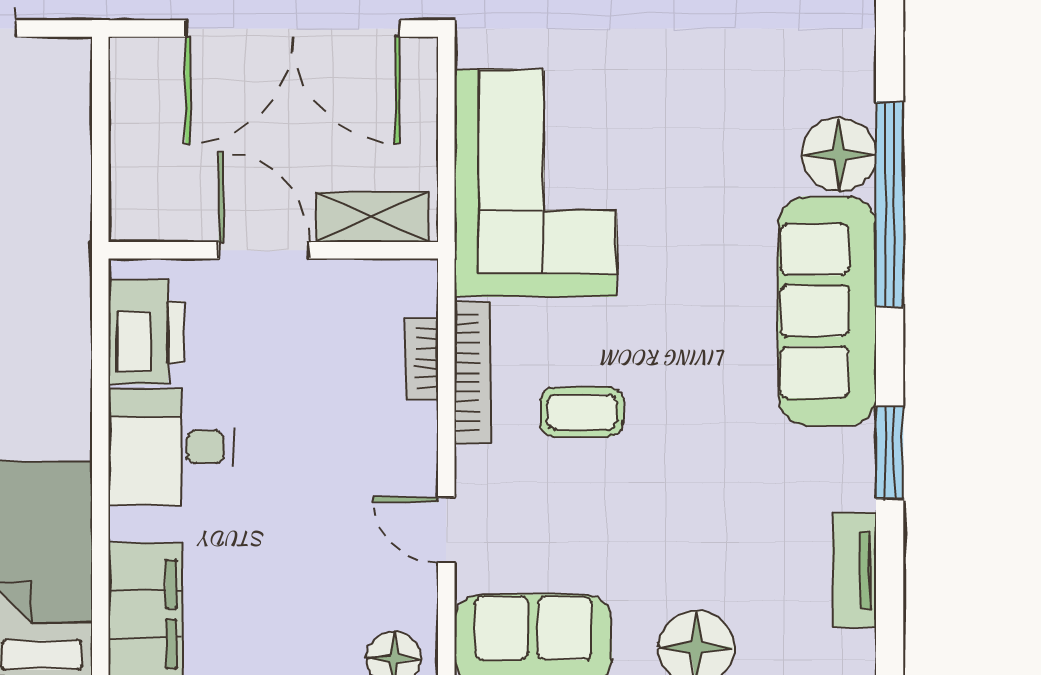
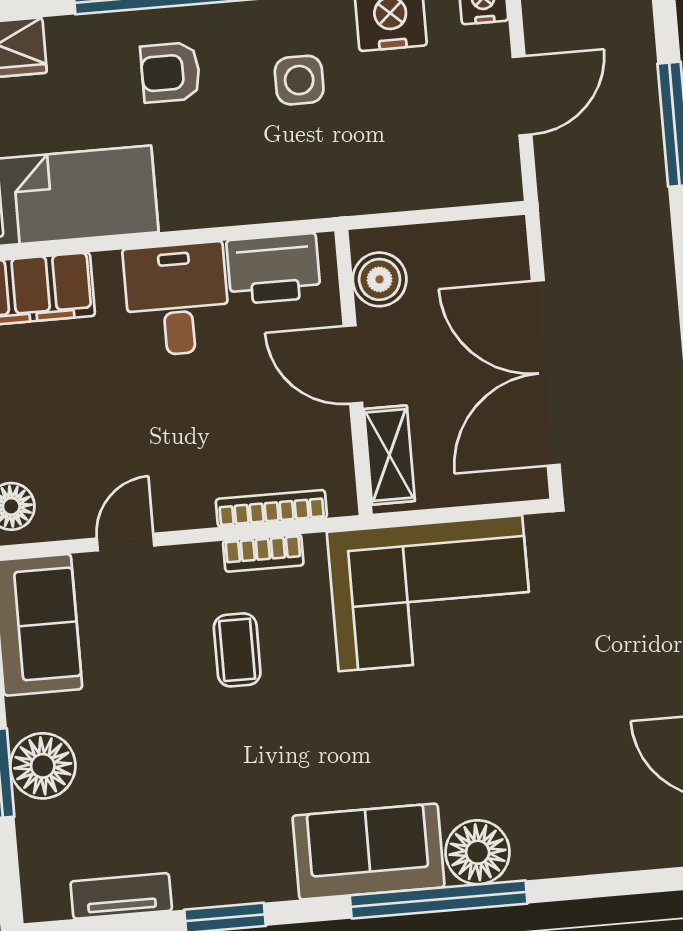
boiler: (168, 211) -> (380, 279), added
door: (264, 250) -> (353, 364), swing flipped
sofa: (827, 311) -> (368, 851), width x0.73
bookcase: (422, 358) -> (271, 508), width x1.56
bookcase: (473, 372) -> (263, 553), width x0.64

